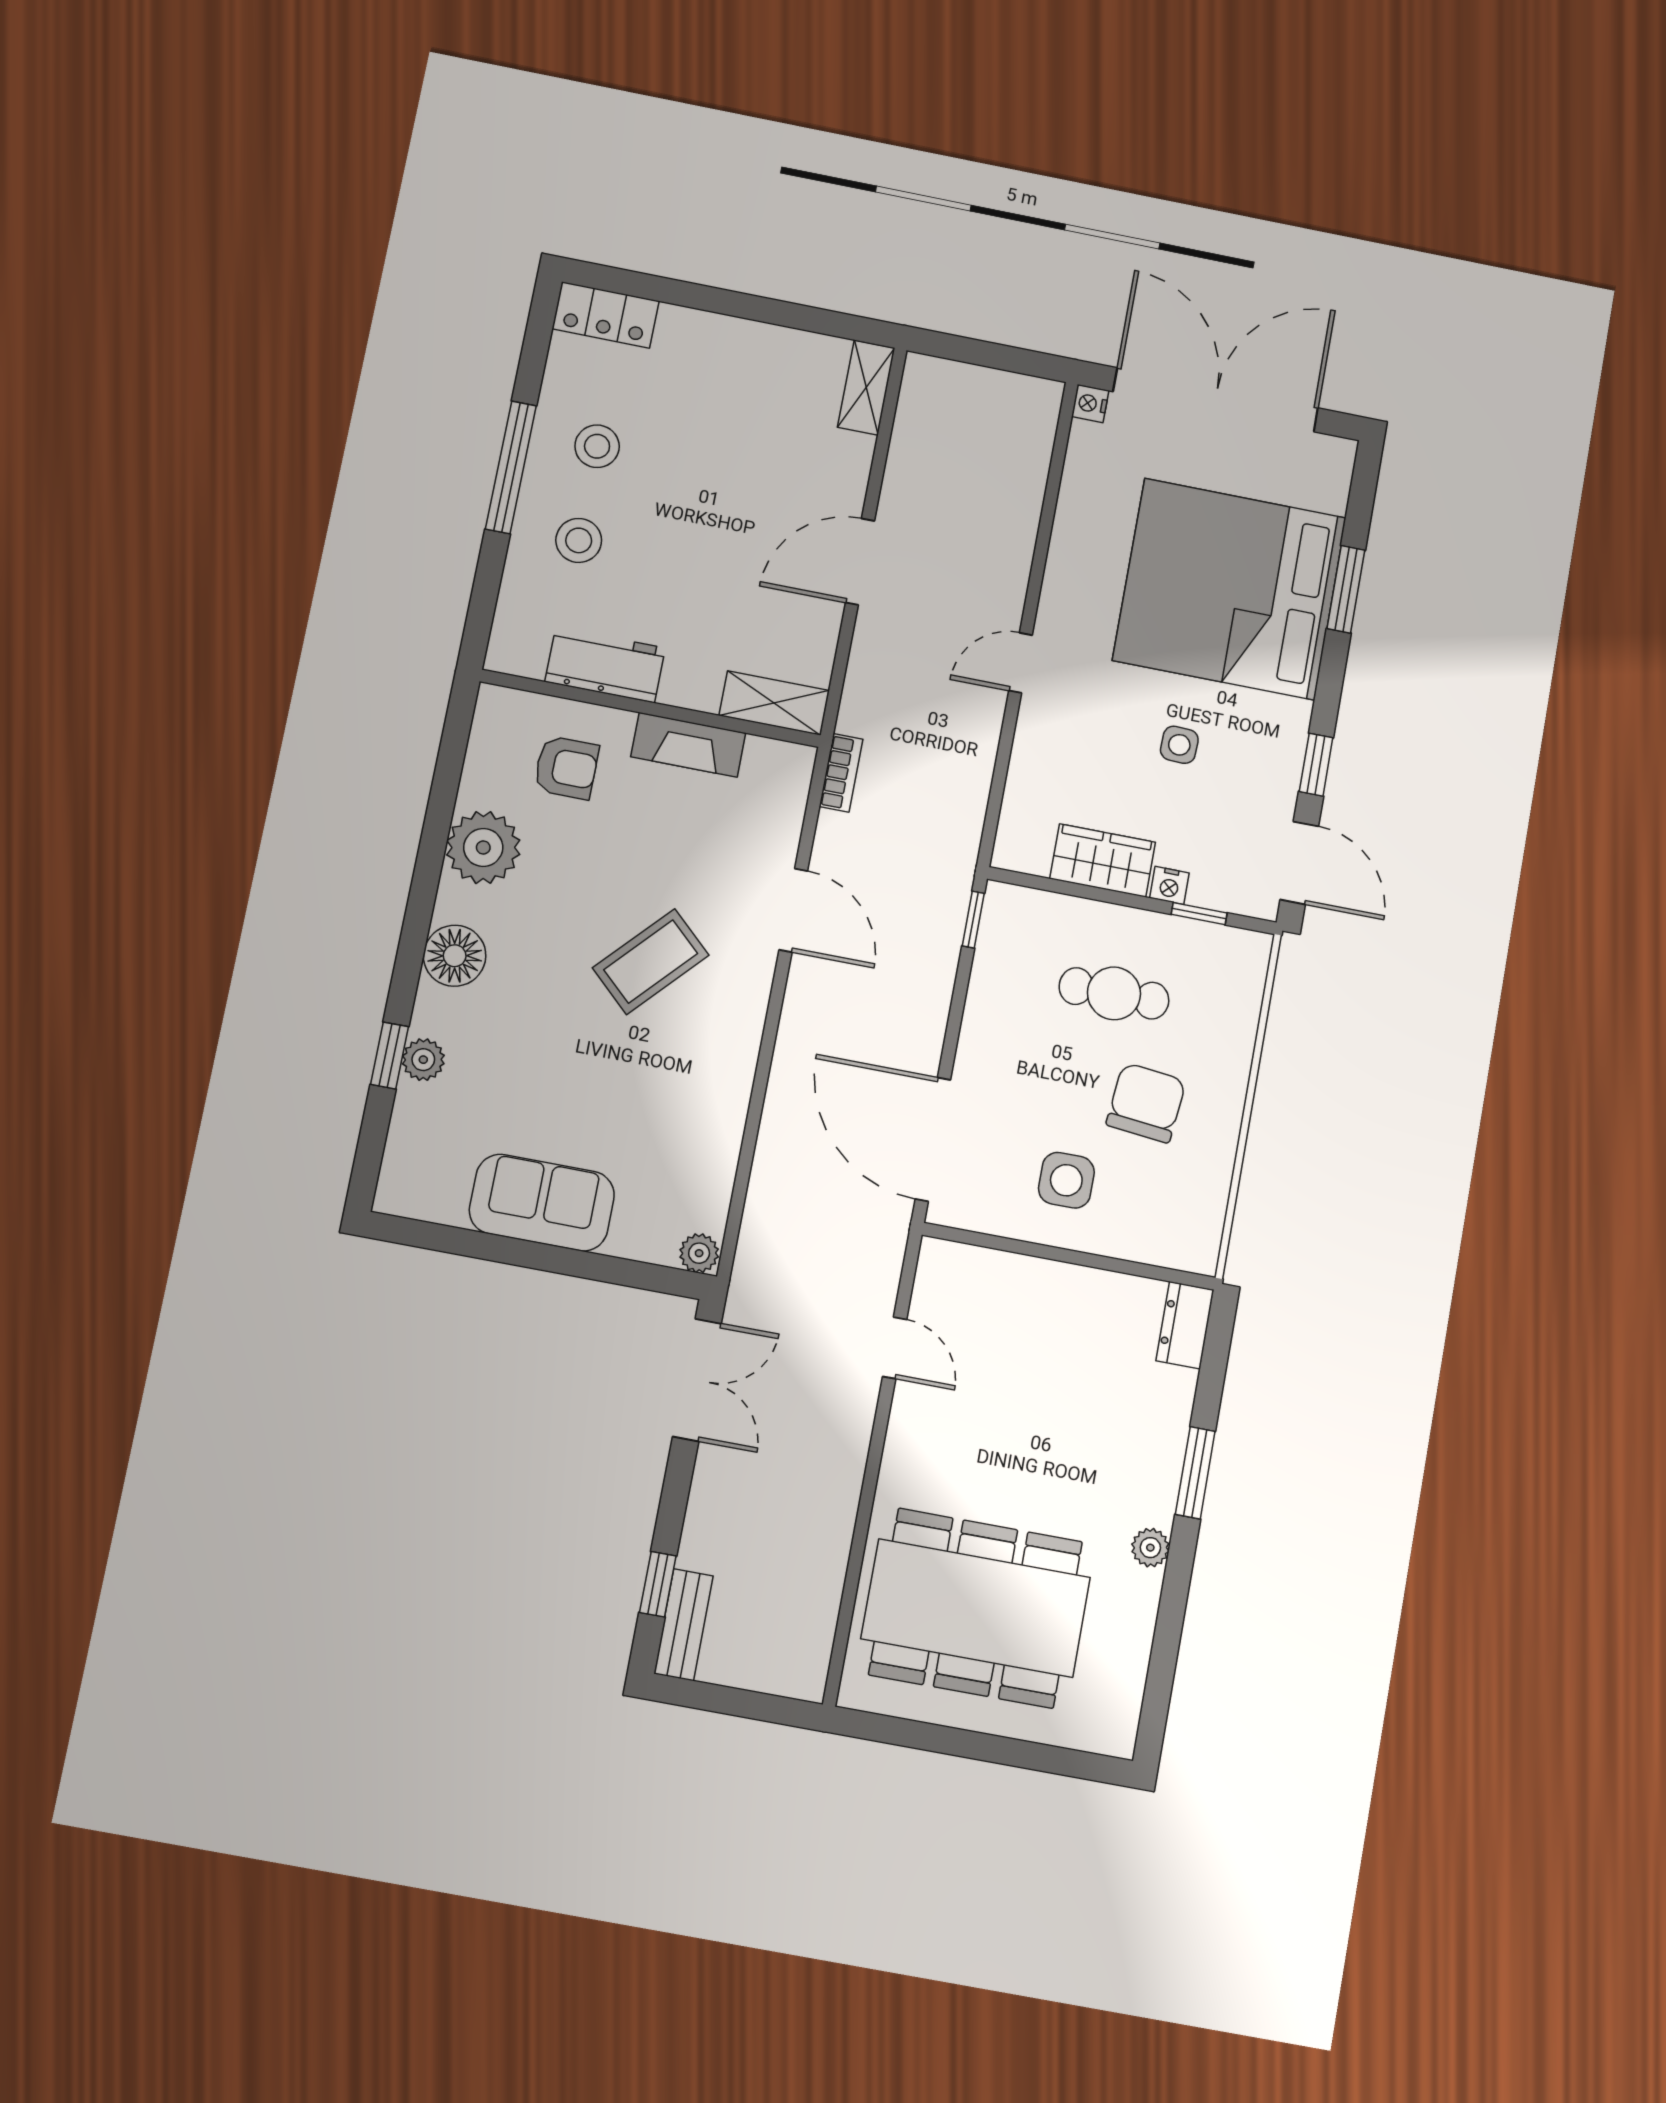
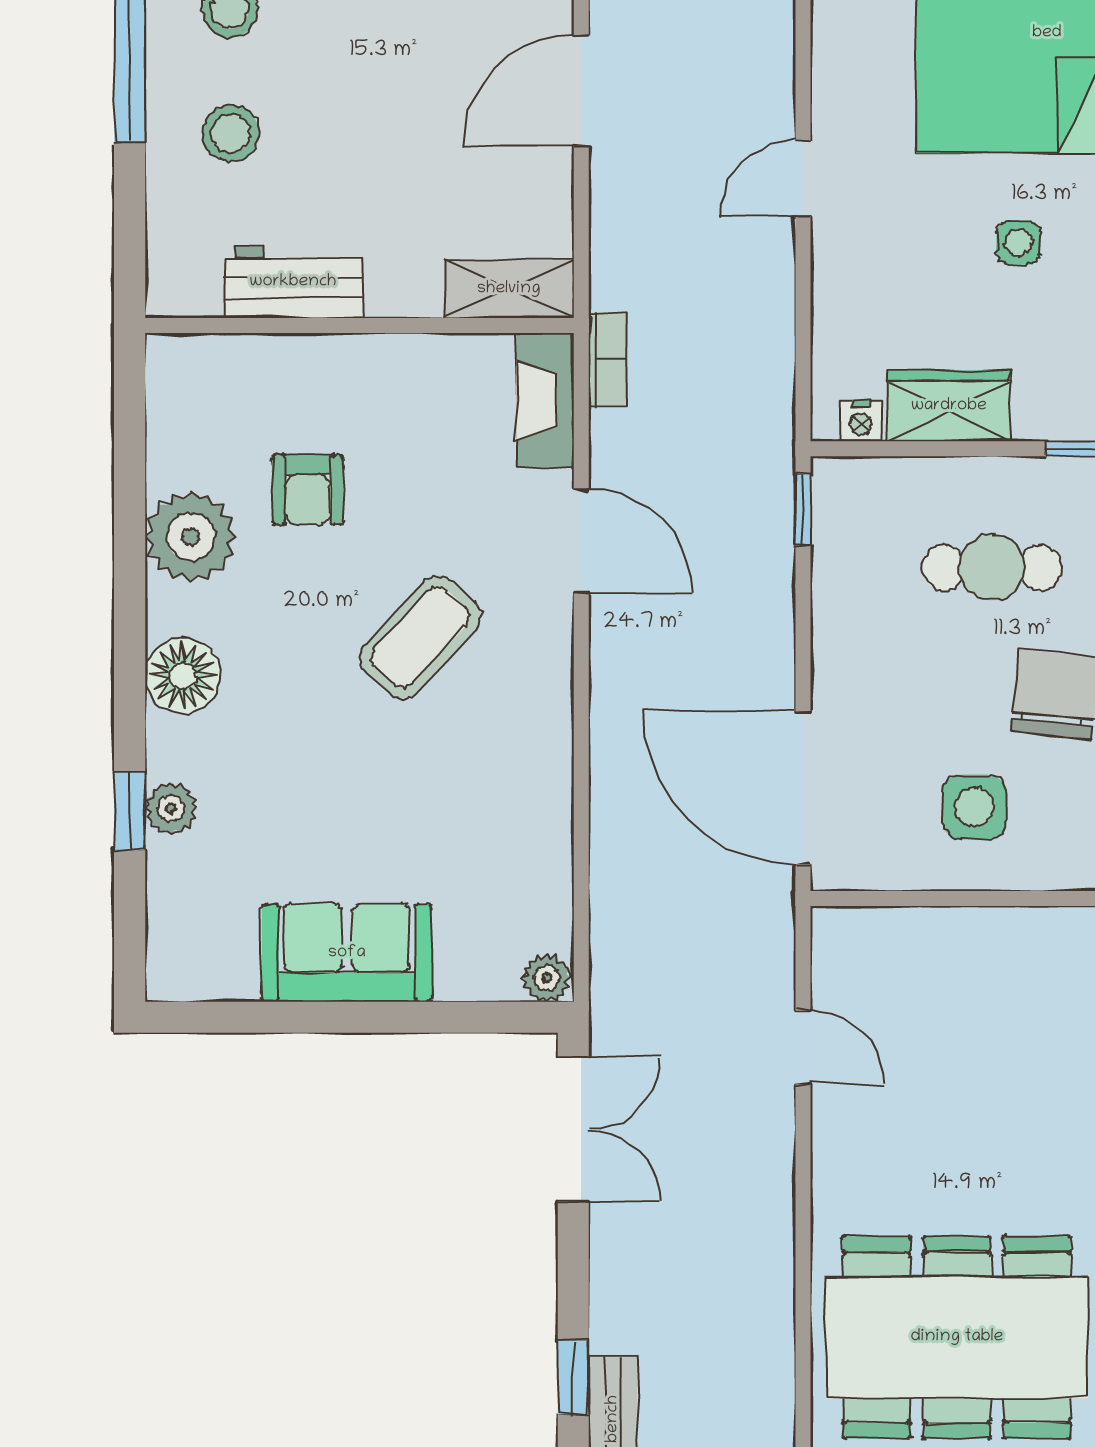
fireplace: (688, 745) -> (545, 400), moved, turned 90
armchair: (566, 768) -> (308, 490), moved, turned 90
nightstand: (1169, 885) -> (861, 421), moved

